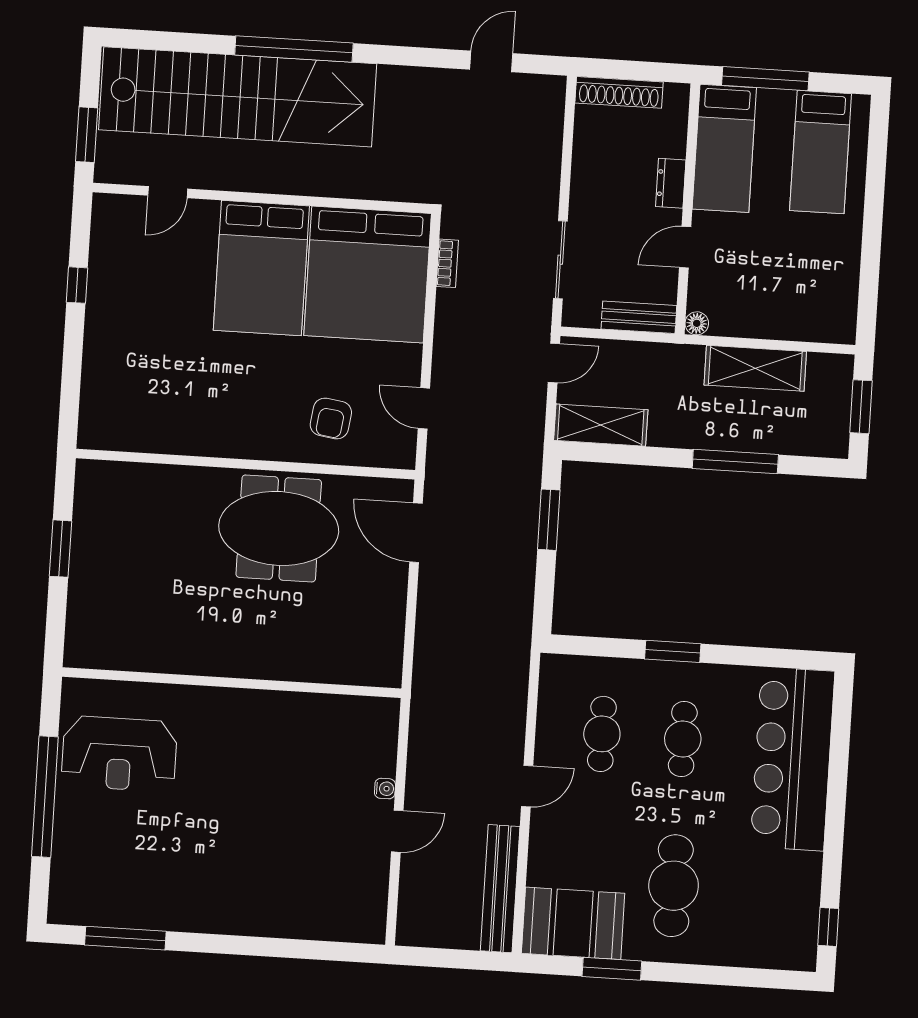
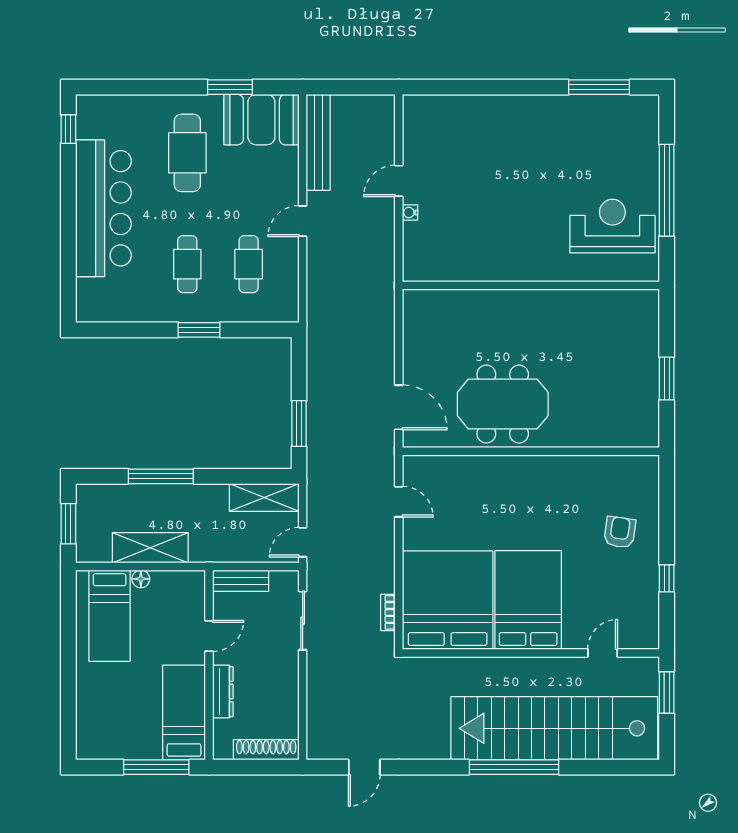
bed: (821, 152) -> (110, 616), moved, turned 180
dresser: (671, 183) -> (223, 692), width x1.44
floor lamp: (697, 323) -> (141, 579), moved
armchair: (331, 418) -> (620, 532), moved
bar counter: (792, 759) -> (103, 208), moved

